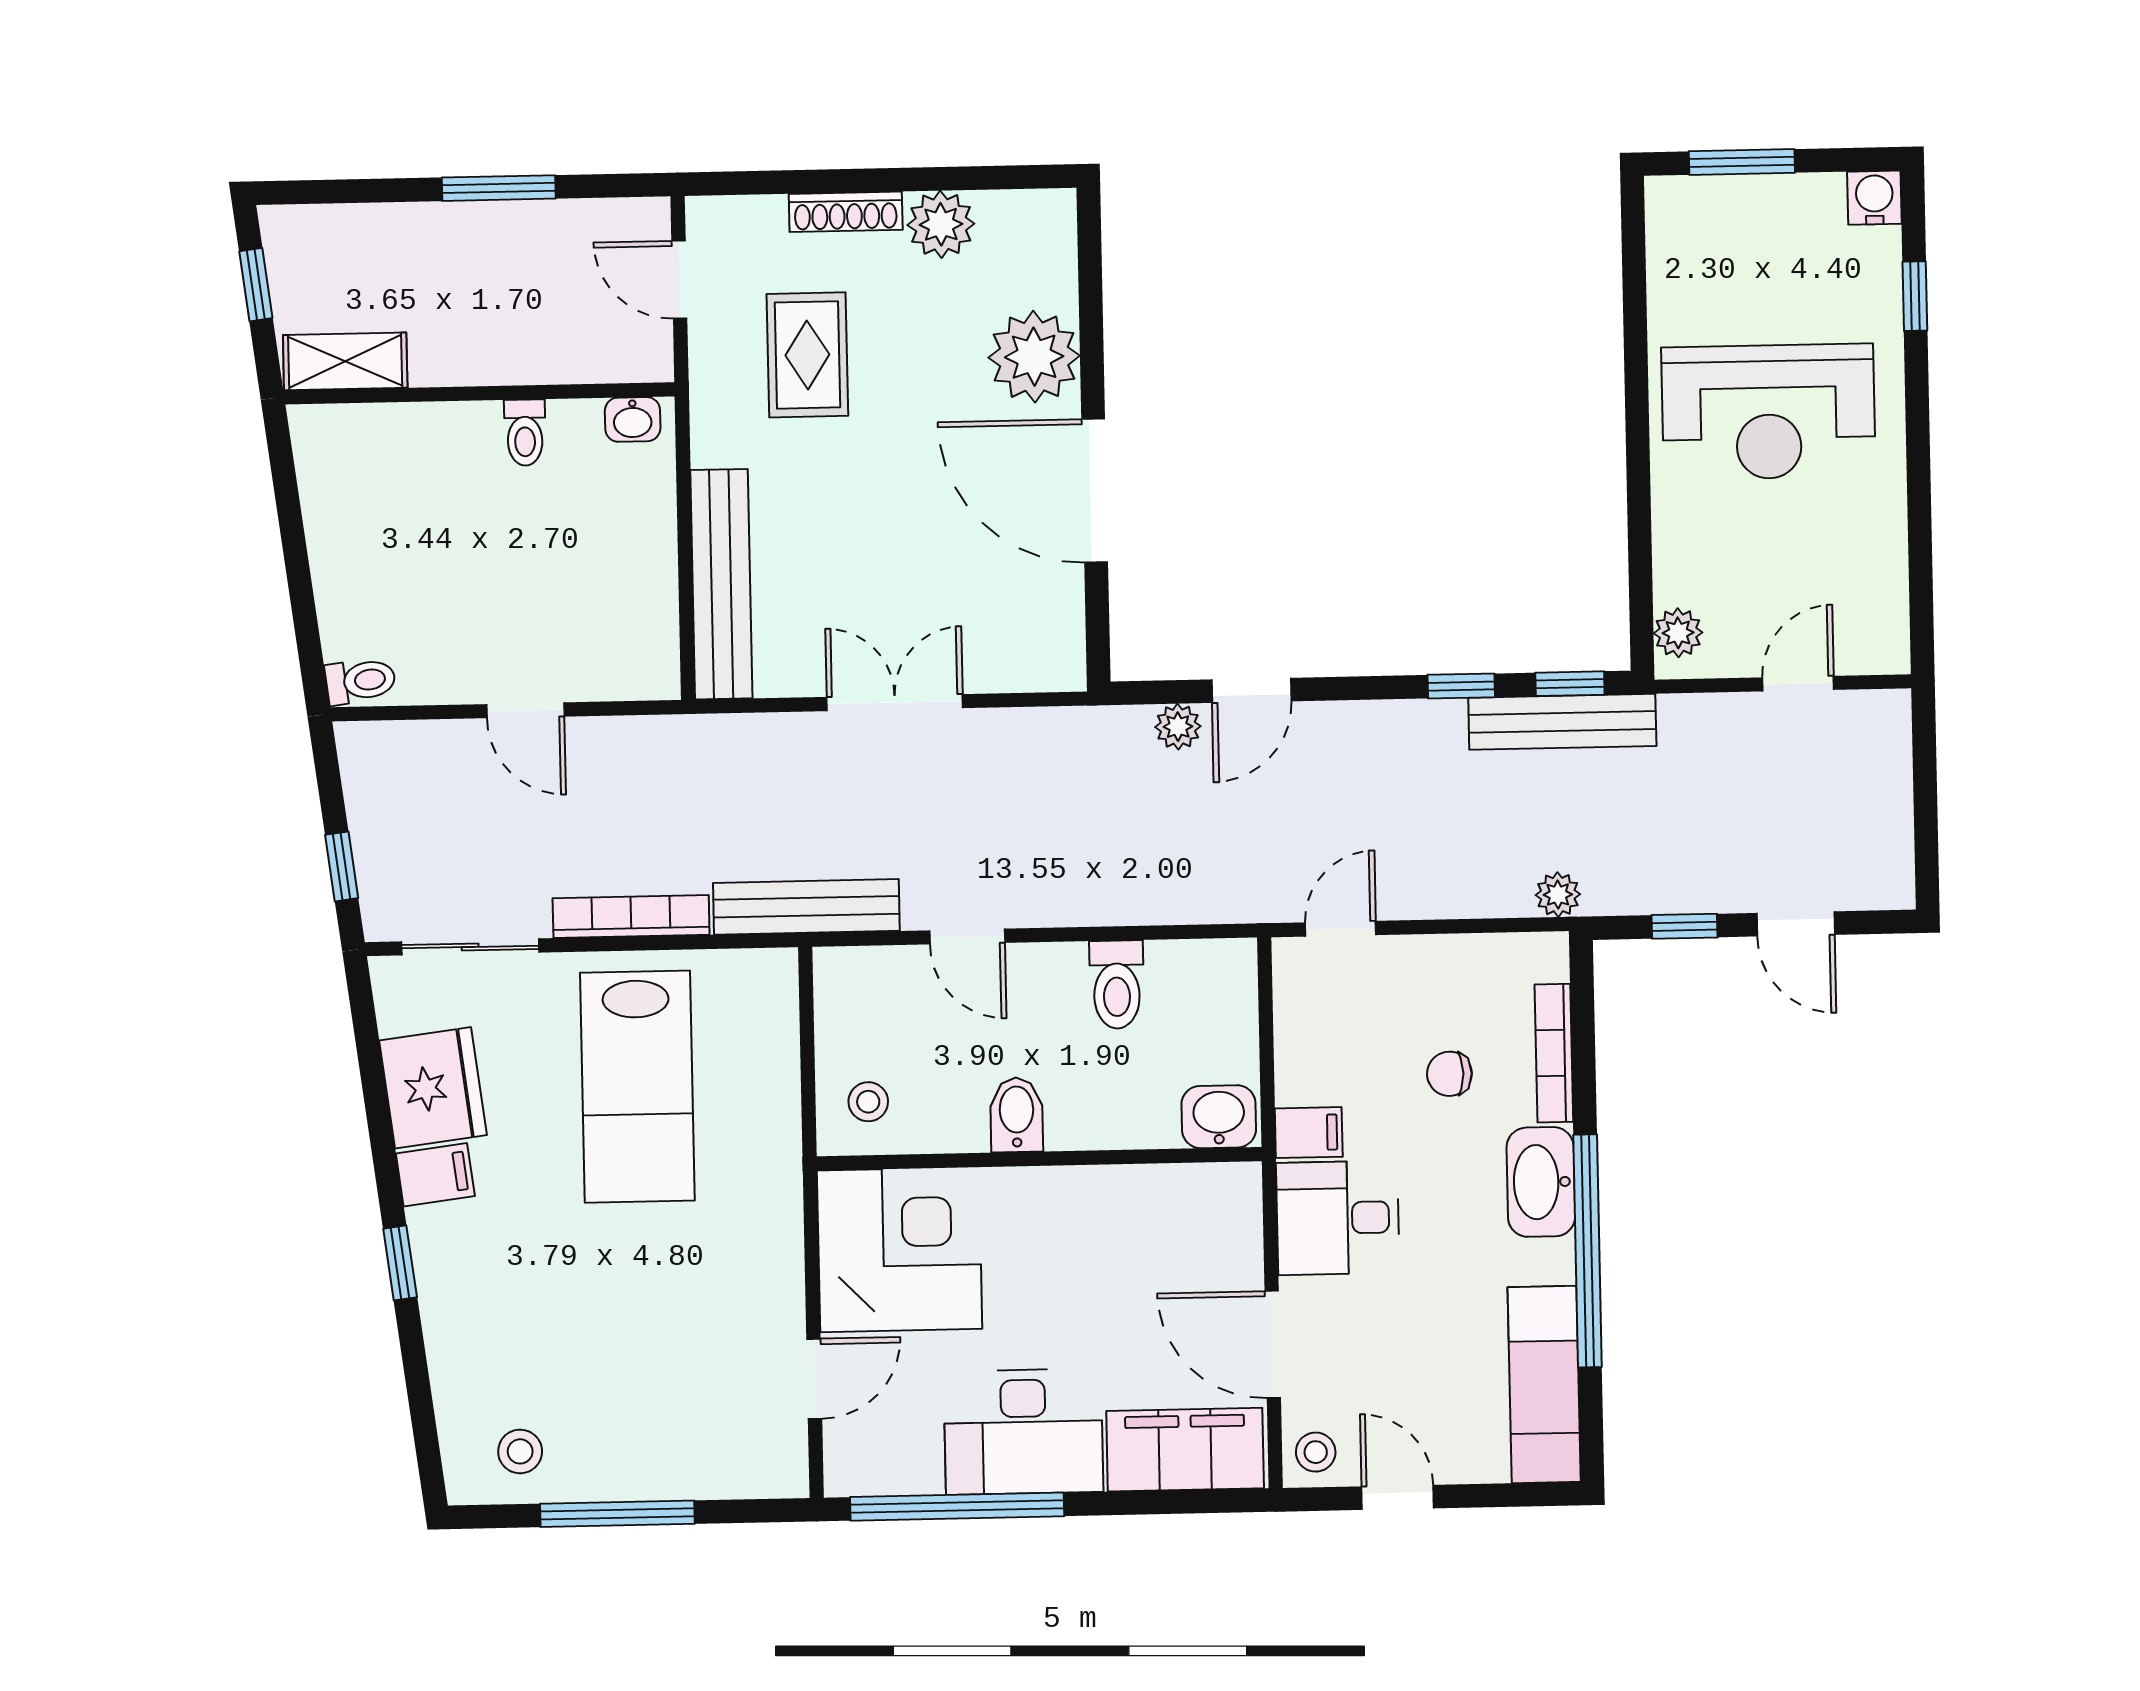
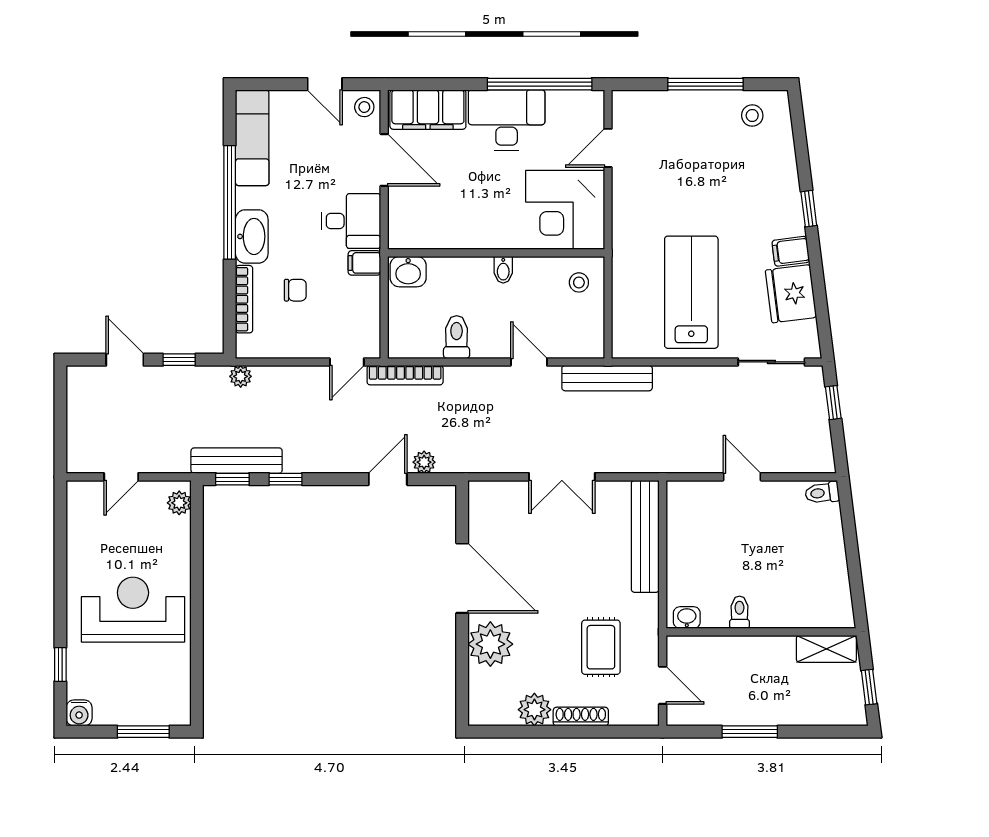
bookcase: (631, 917) -> (405, 375), moved
bidet: (1017, 1115) -> (503, 270), width x0.72, depth x0.74

